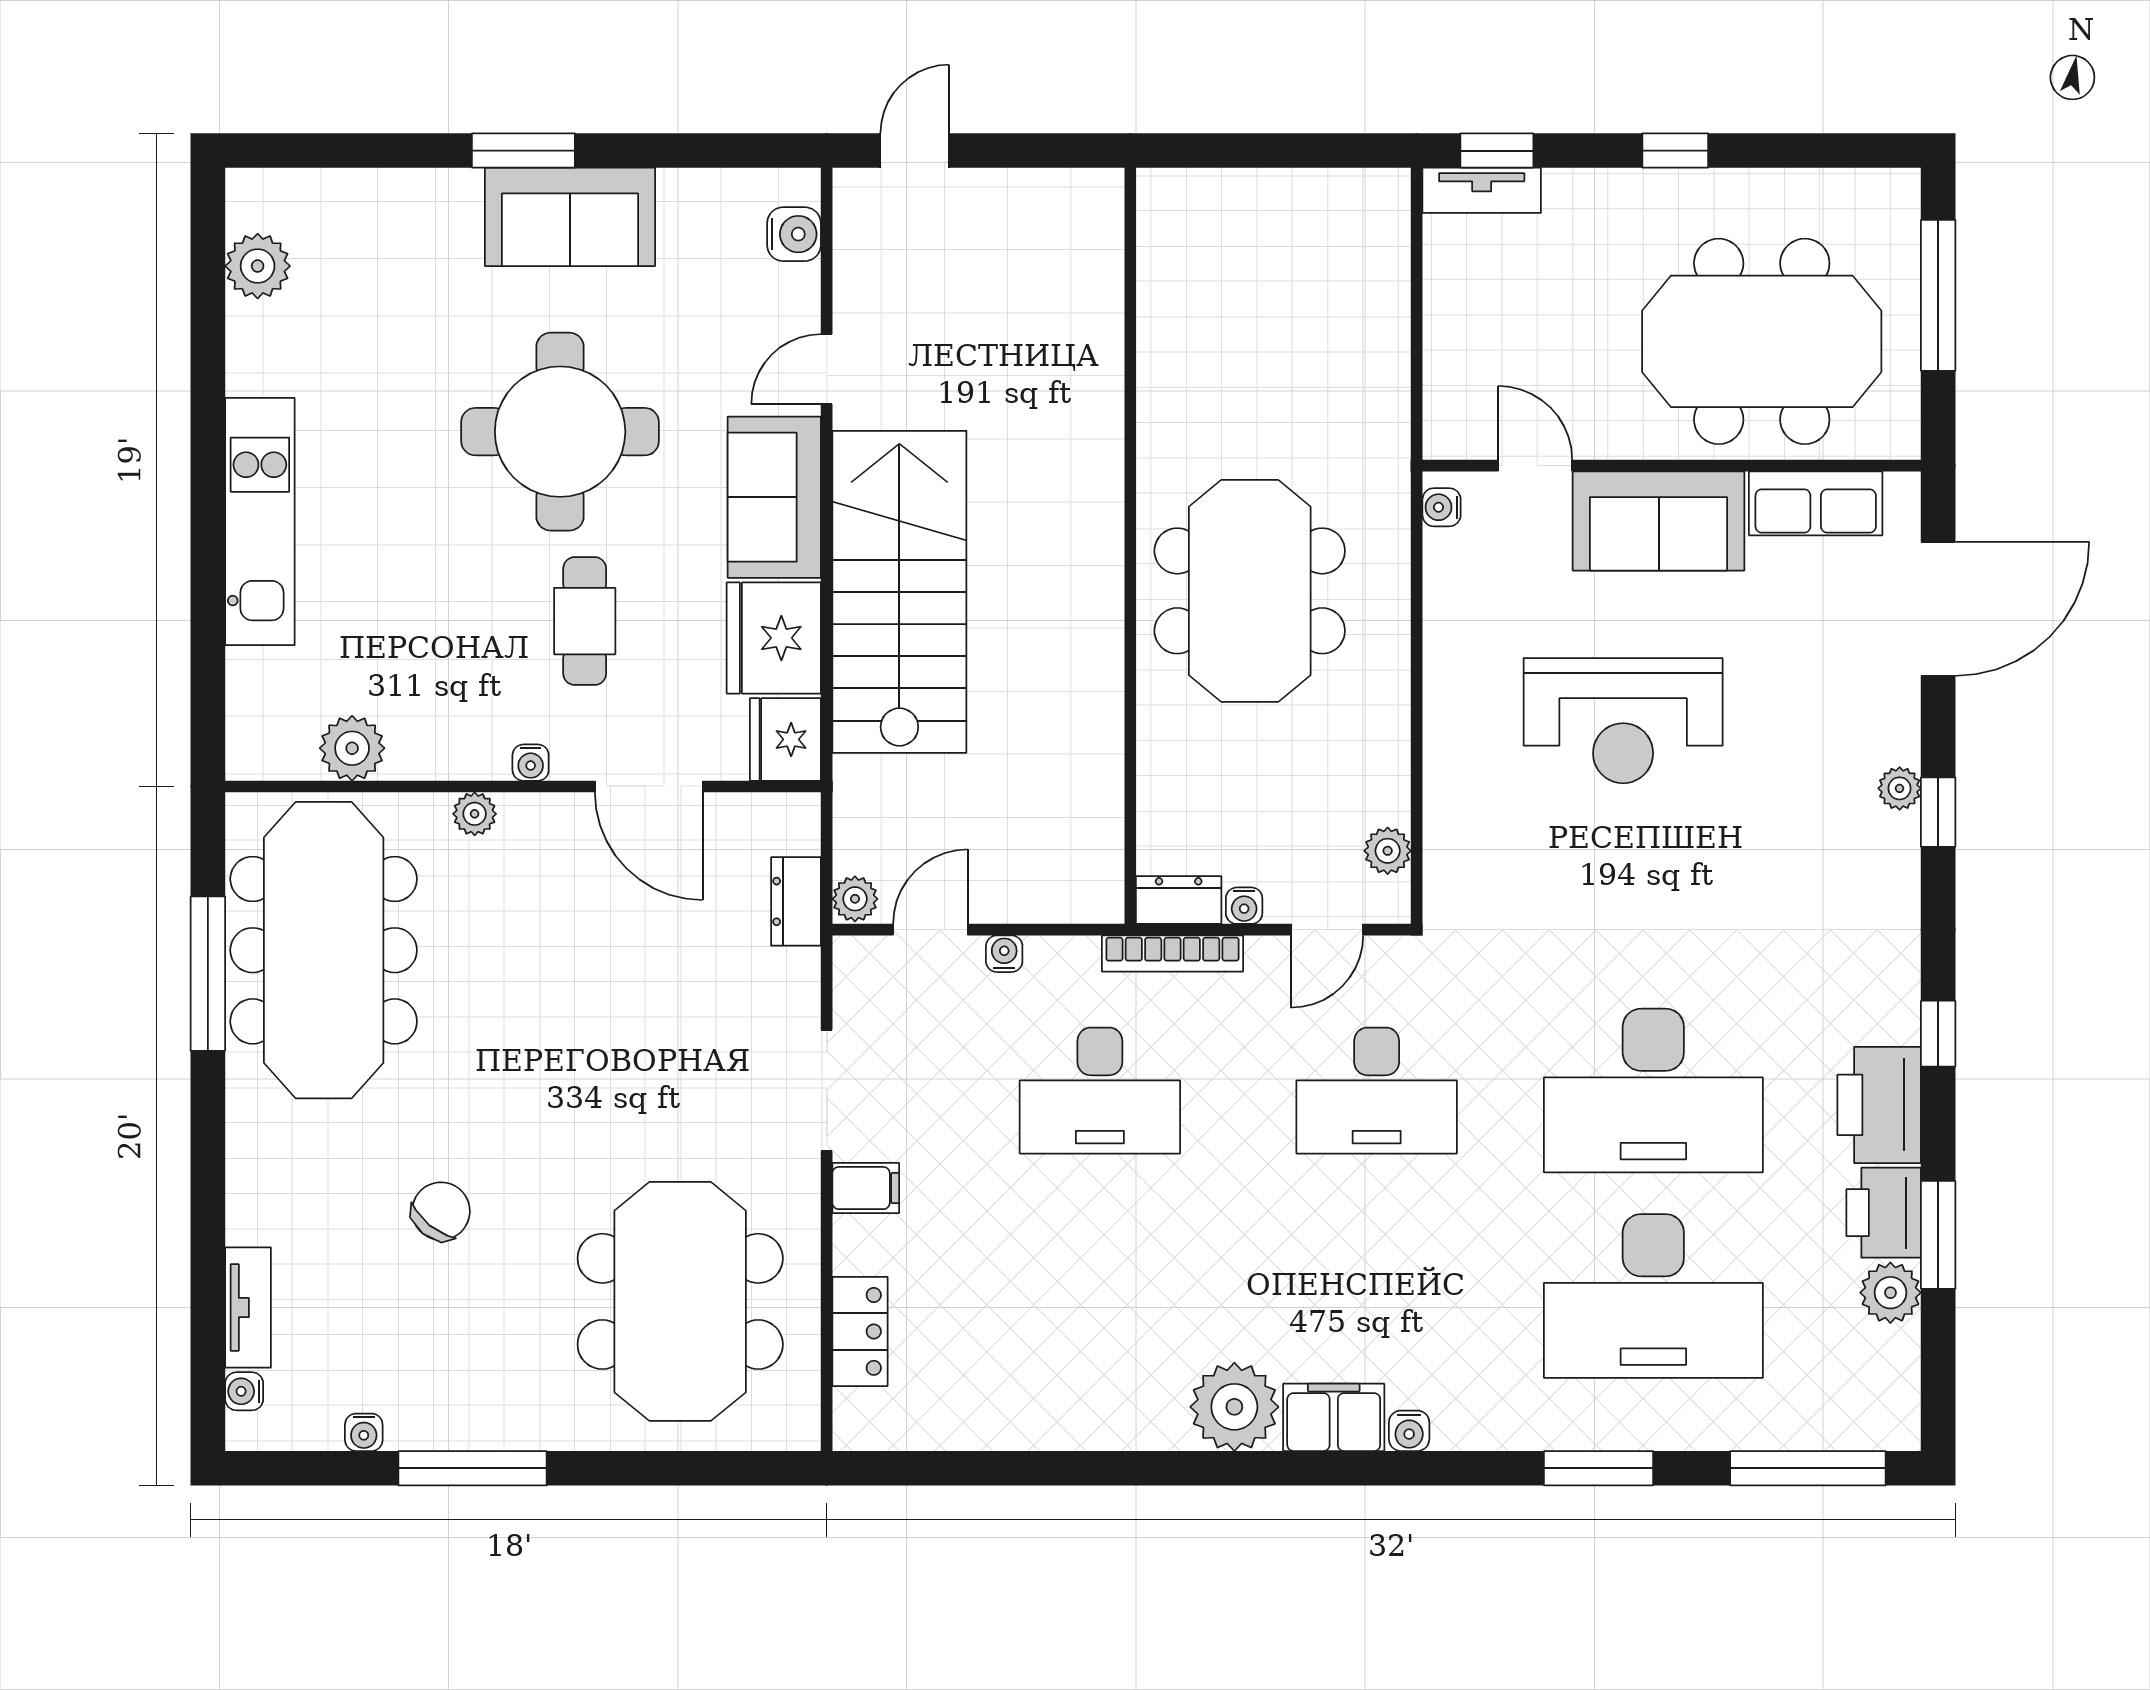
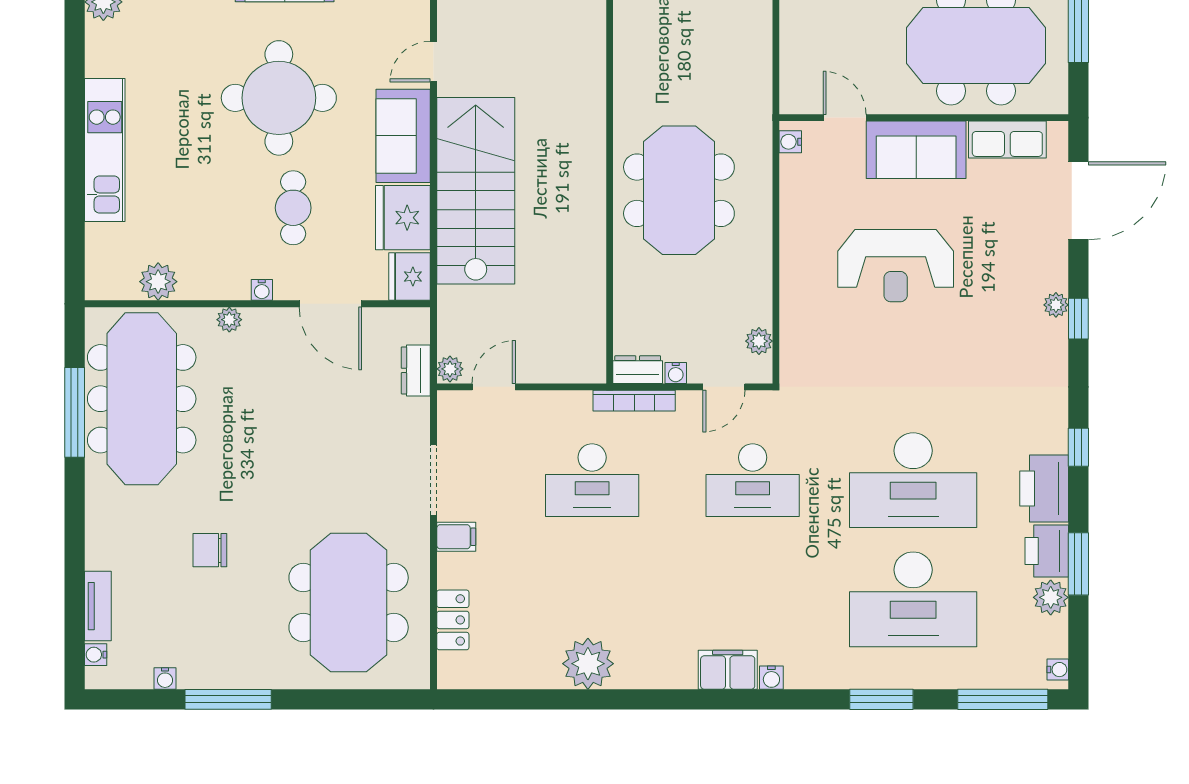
water cooler: (1004, 954) -> (1058, 670), moved, turned 90
chair: (441, 1211) -> (210, 550), turned -129
plant: (1234, 1407) -> (588, 664), moved

